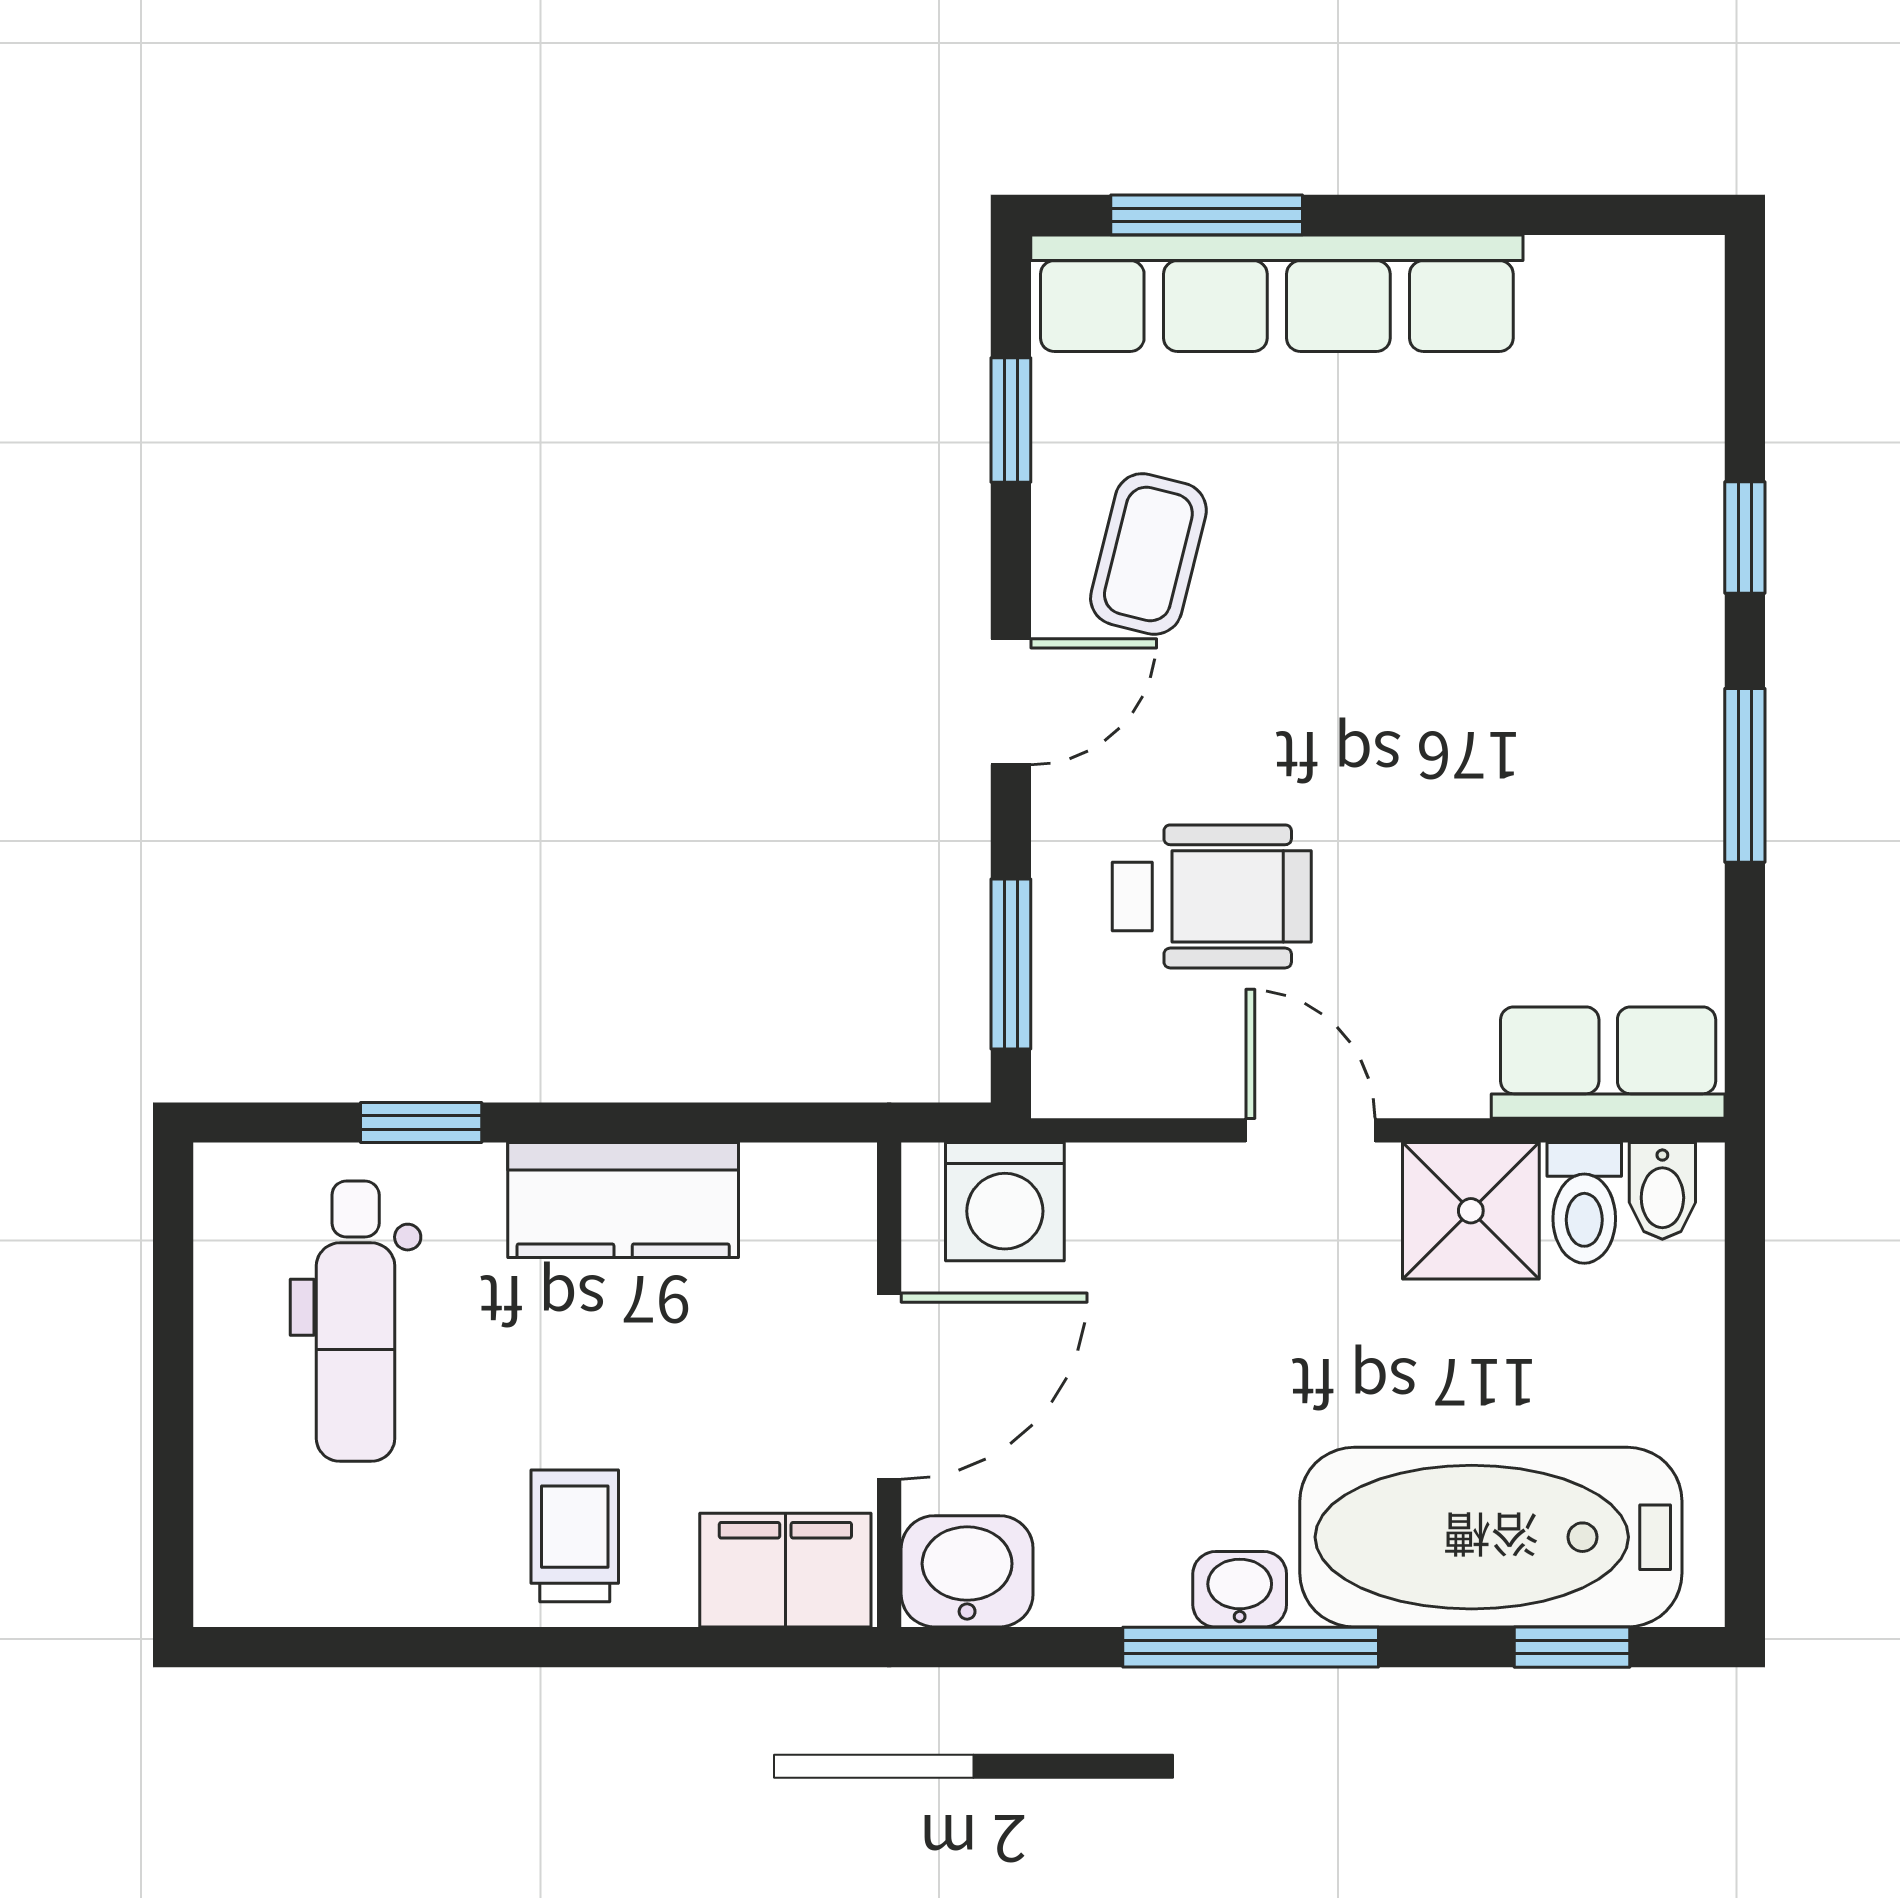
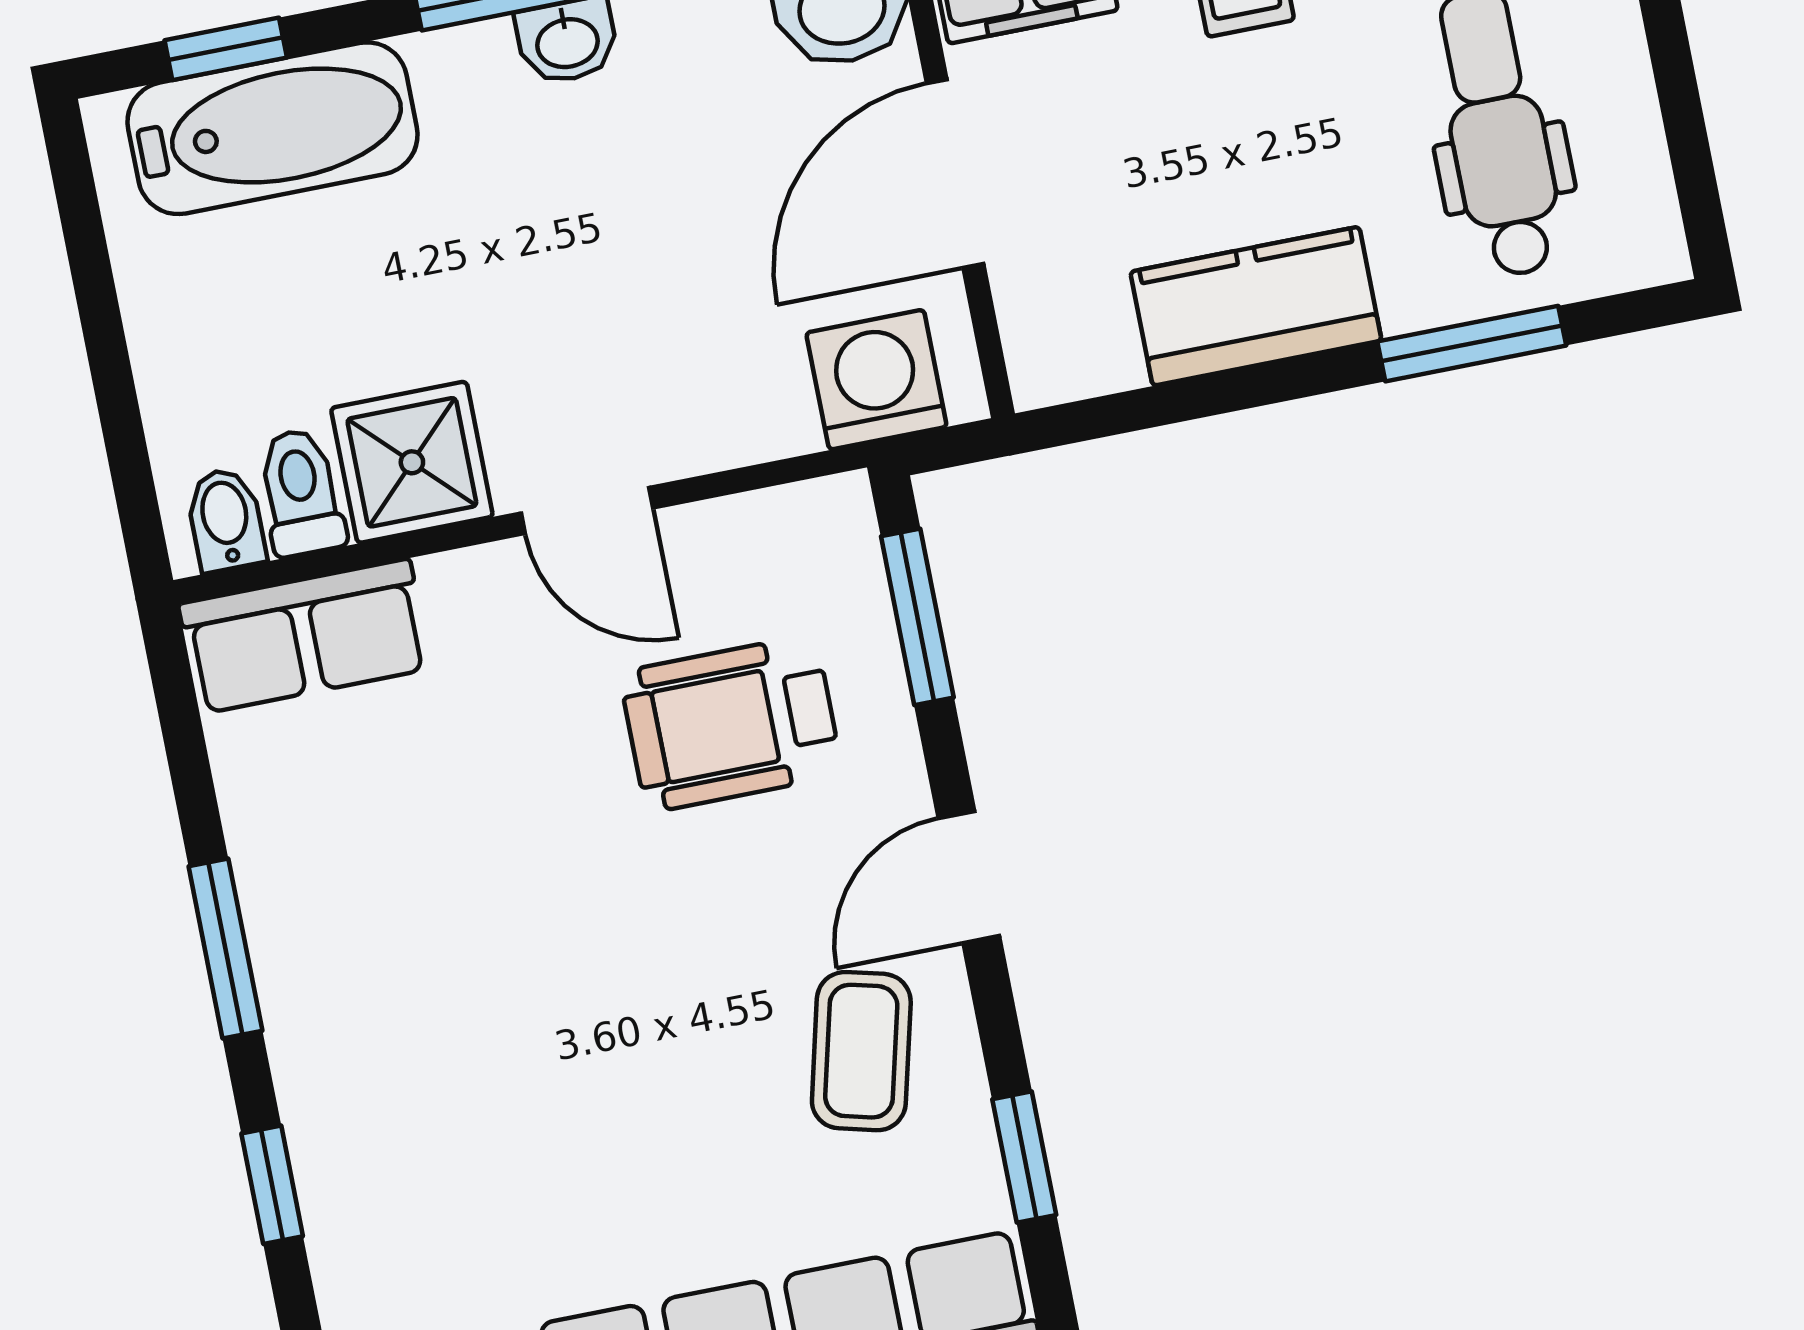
window: (421, 1122) -> (1472, 344), width x1.50
bathtub: (1491, 1537) -> (273, 128), width x0.73, depth x0.73

